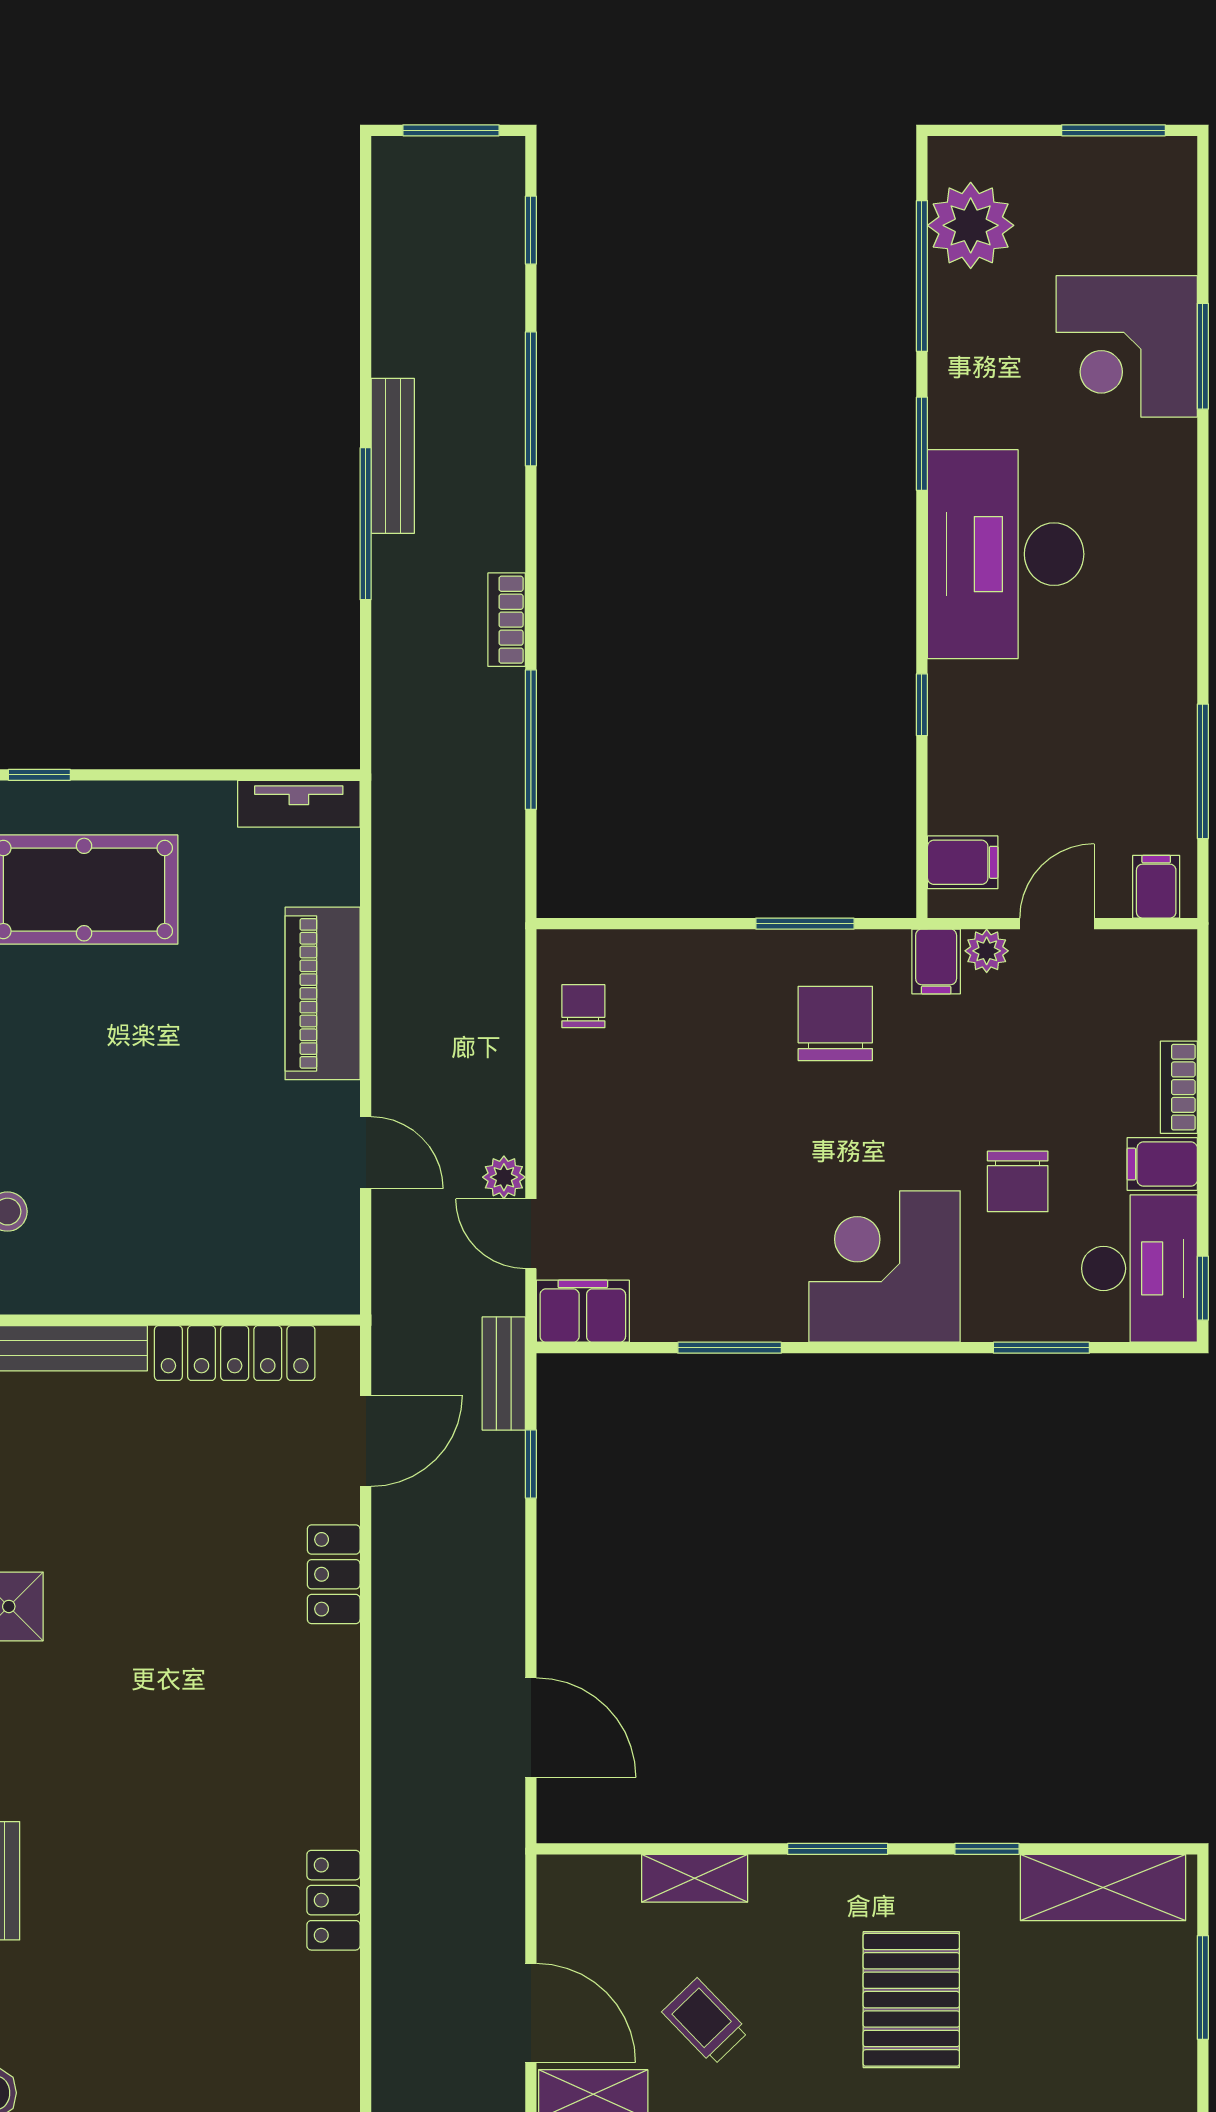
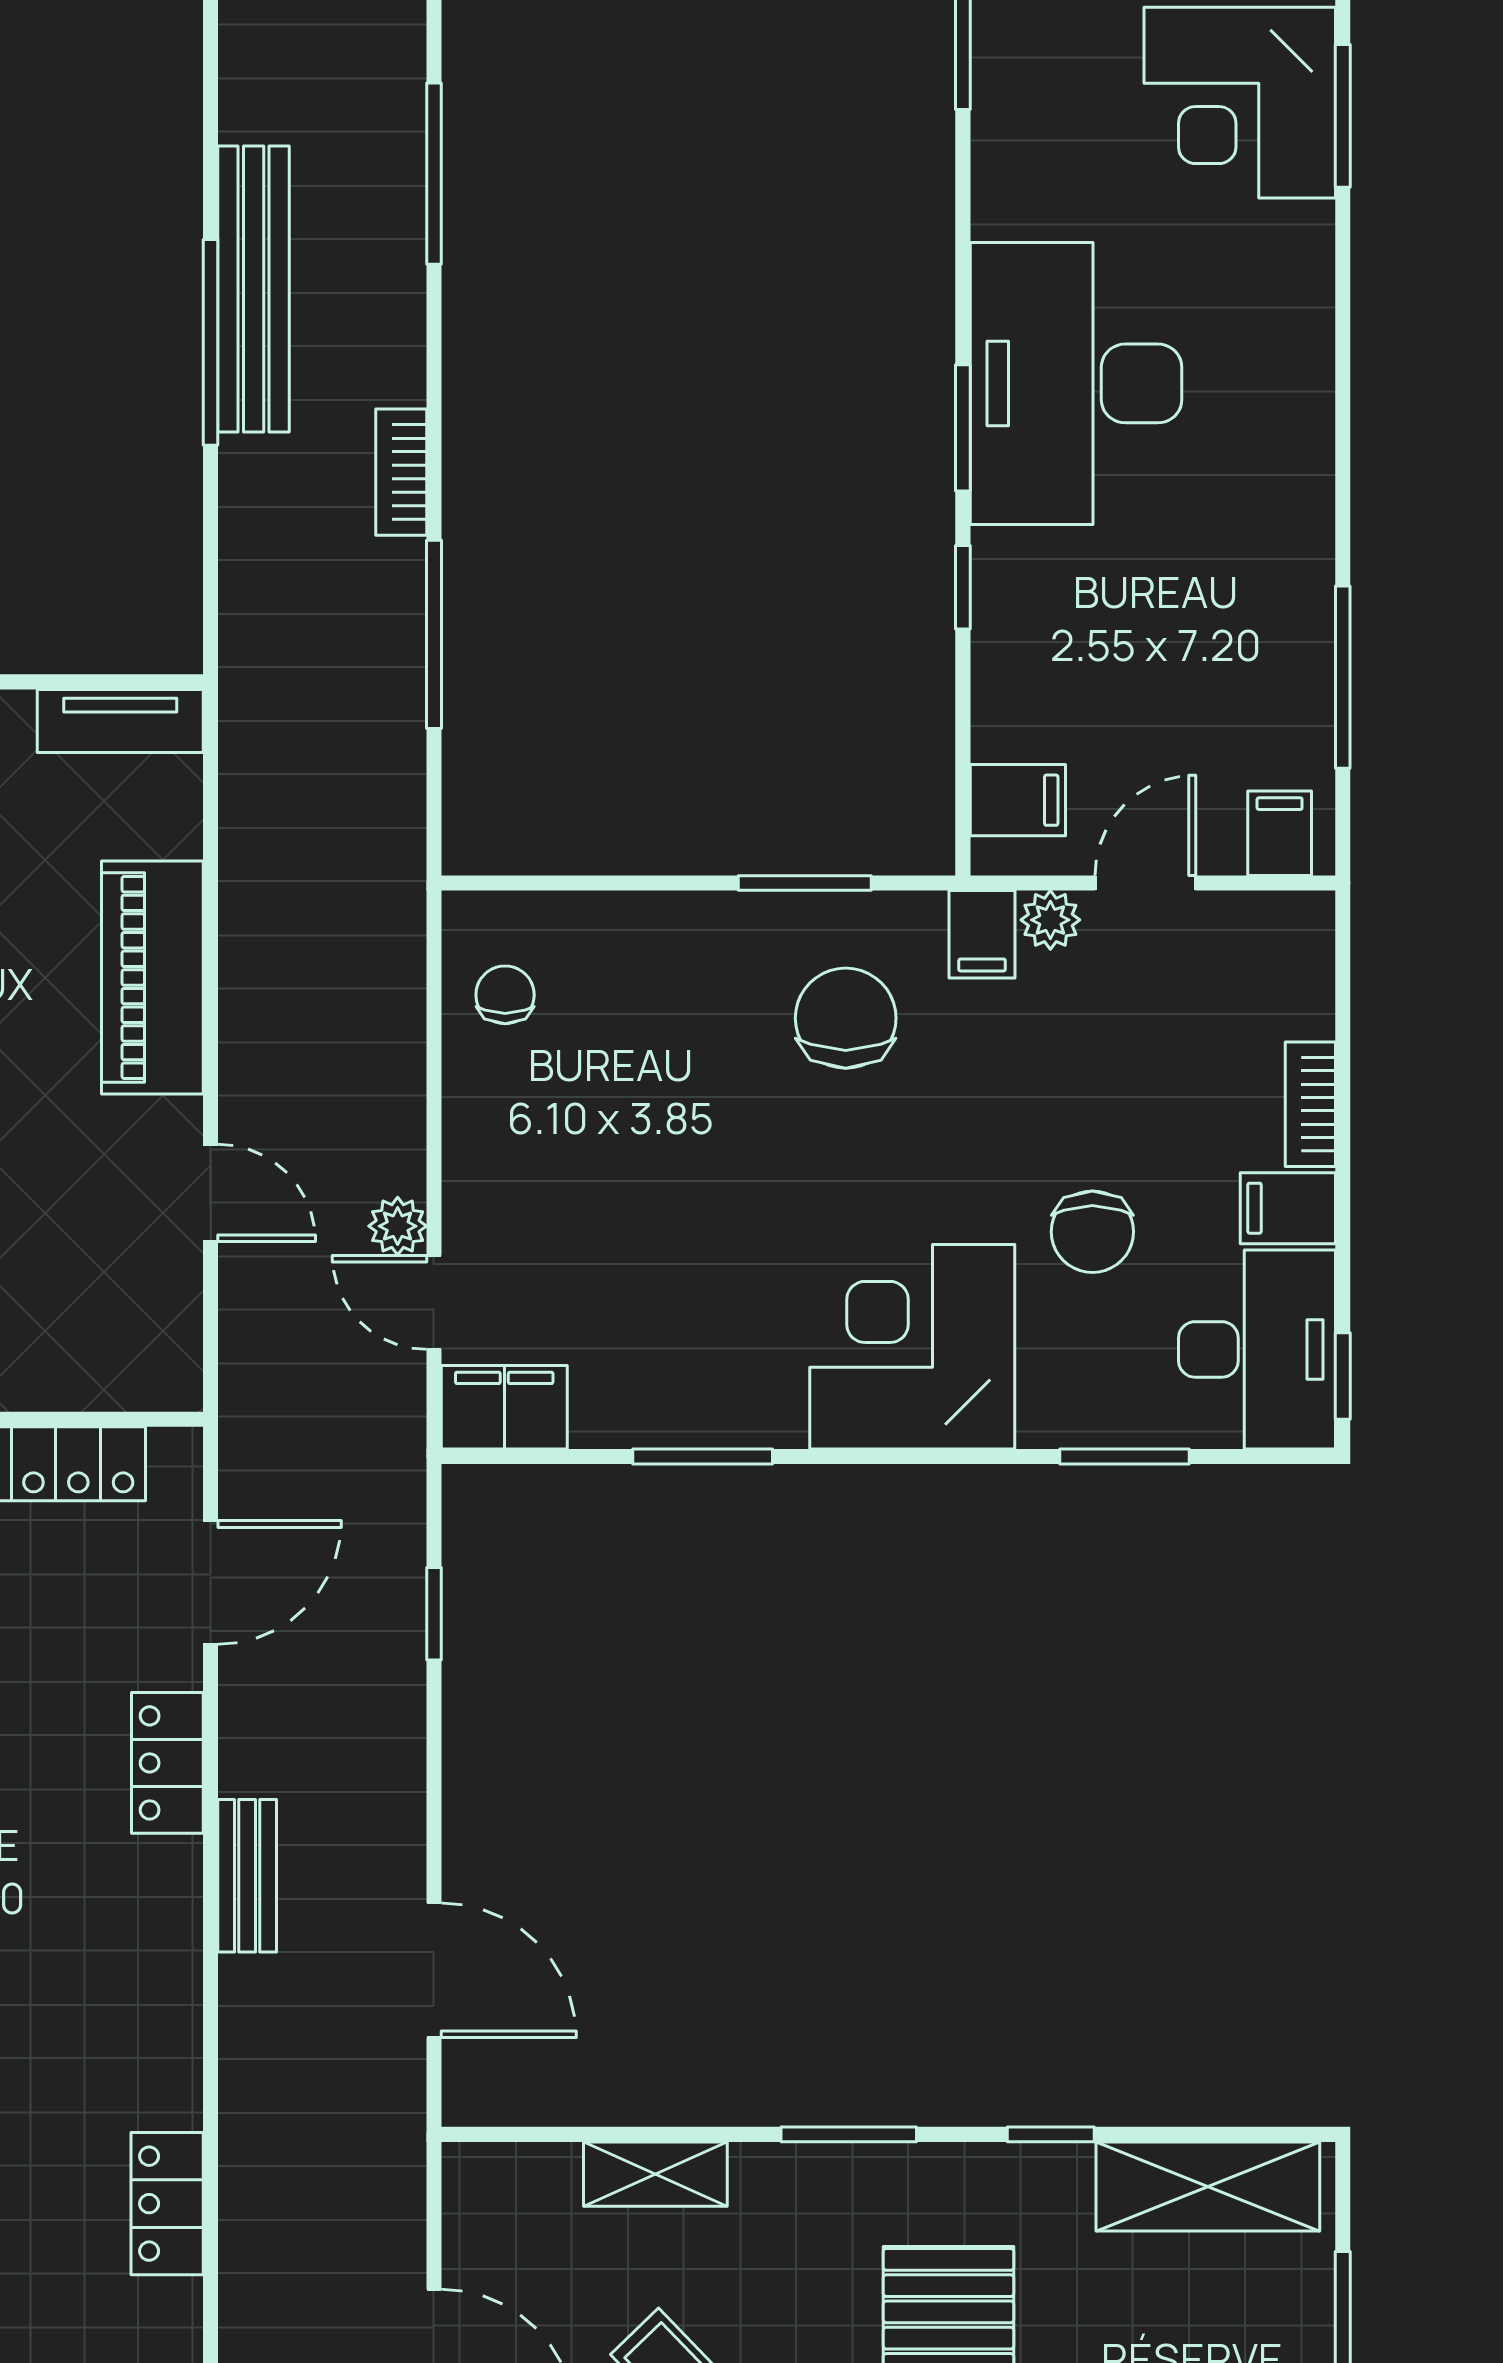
window: (922, 444) -> (963, 428), moved
bench: (393, 456) -> (254, 289), width x1.37, depth x1.21
bench: (504, 1374) -> (247, 1876), moved

